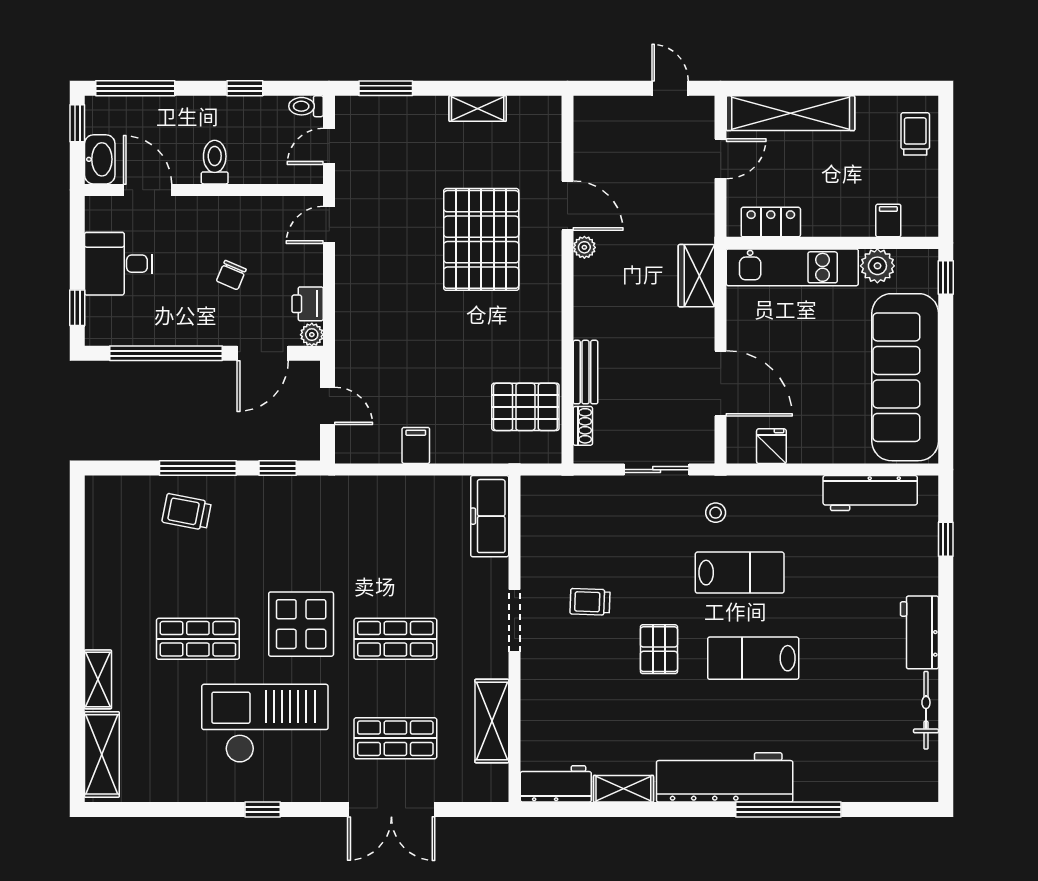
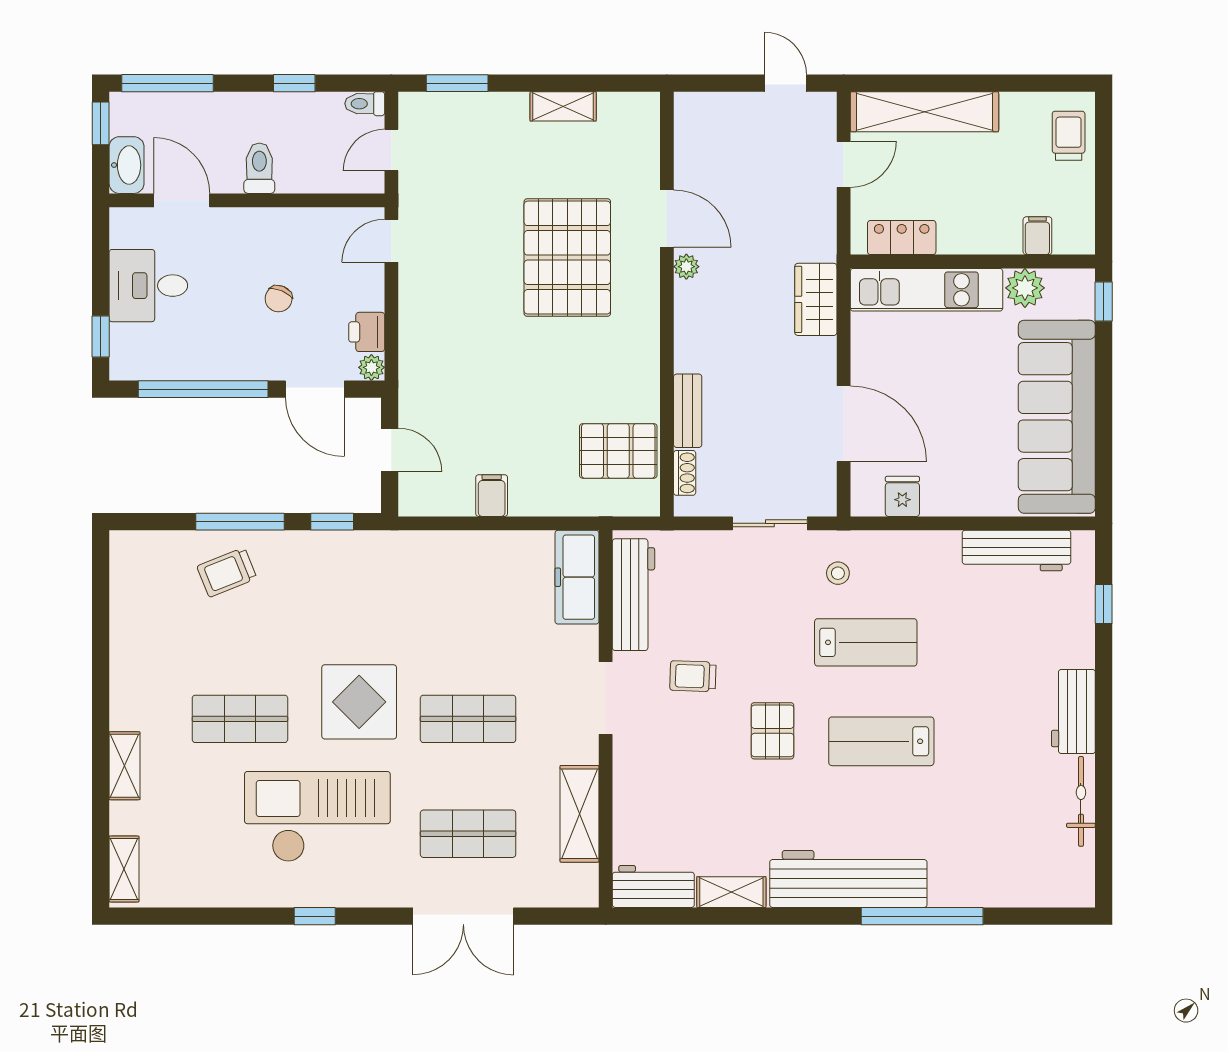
door: (263, 353) -> (315, 389), hinge flipped
trolley: (187, 512) -> (227, 572), turned -33
workbench: (539, 531) -> (633, 595), added
shelving: (102, 754) -> (124, 869), width x0.67, depth x0.75

